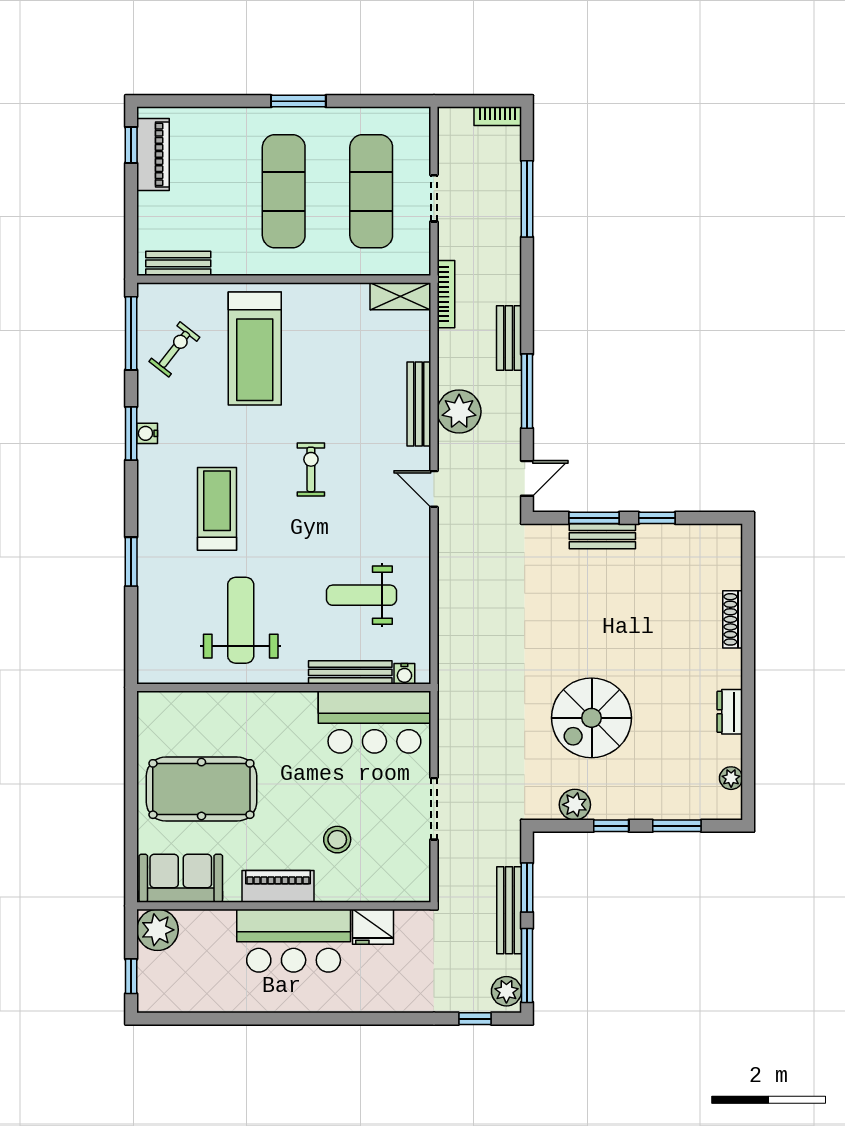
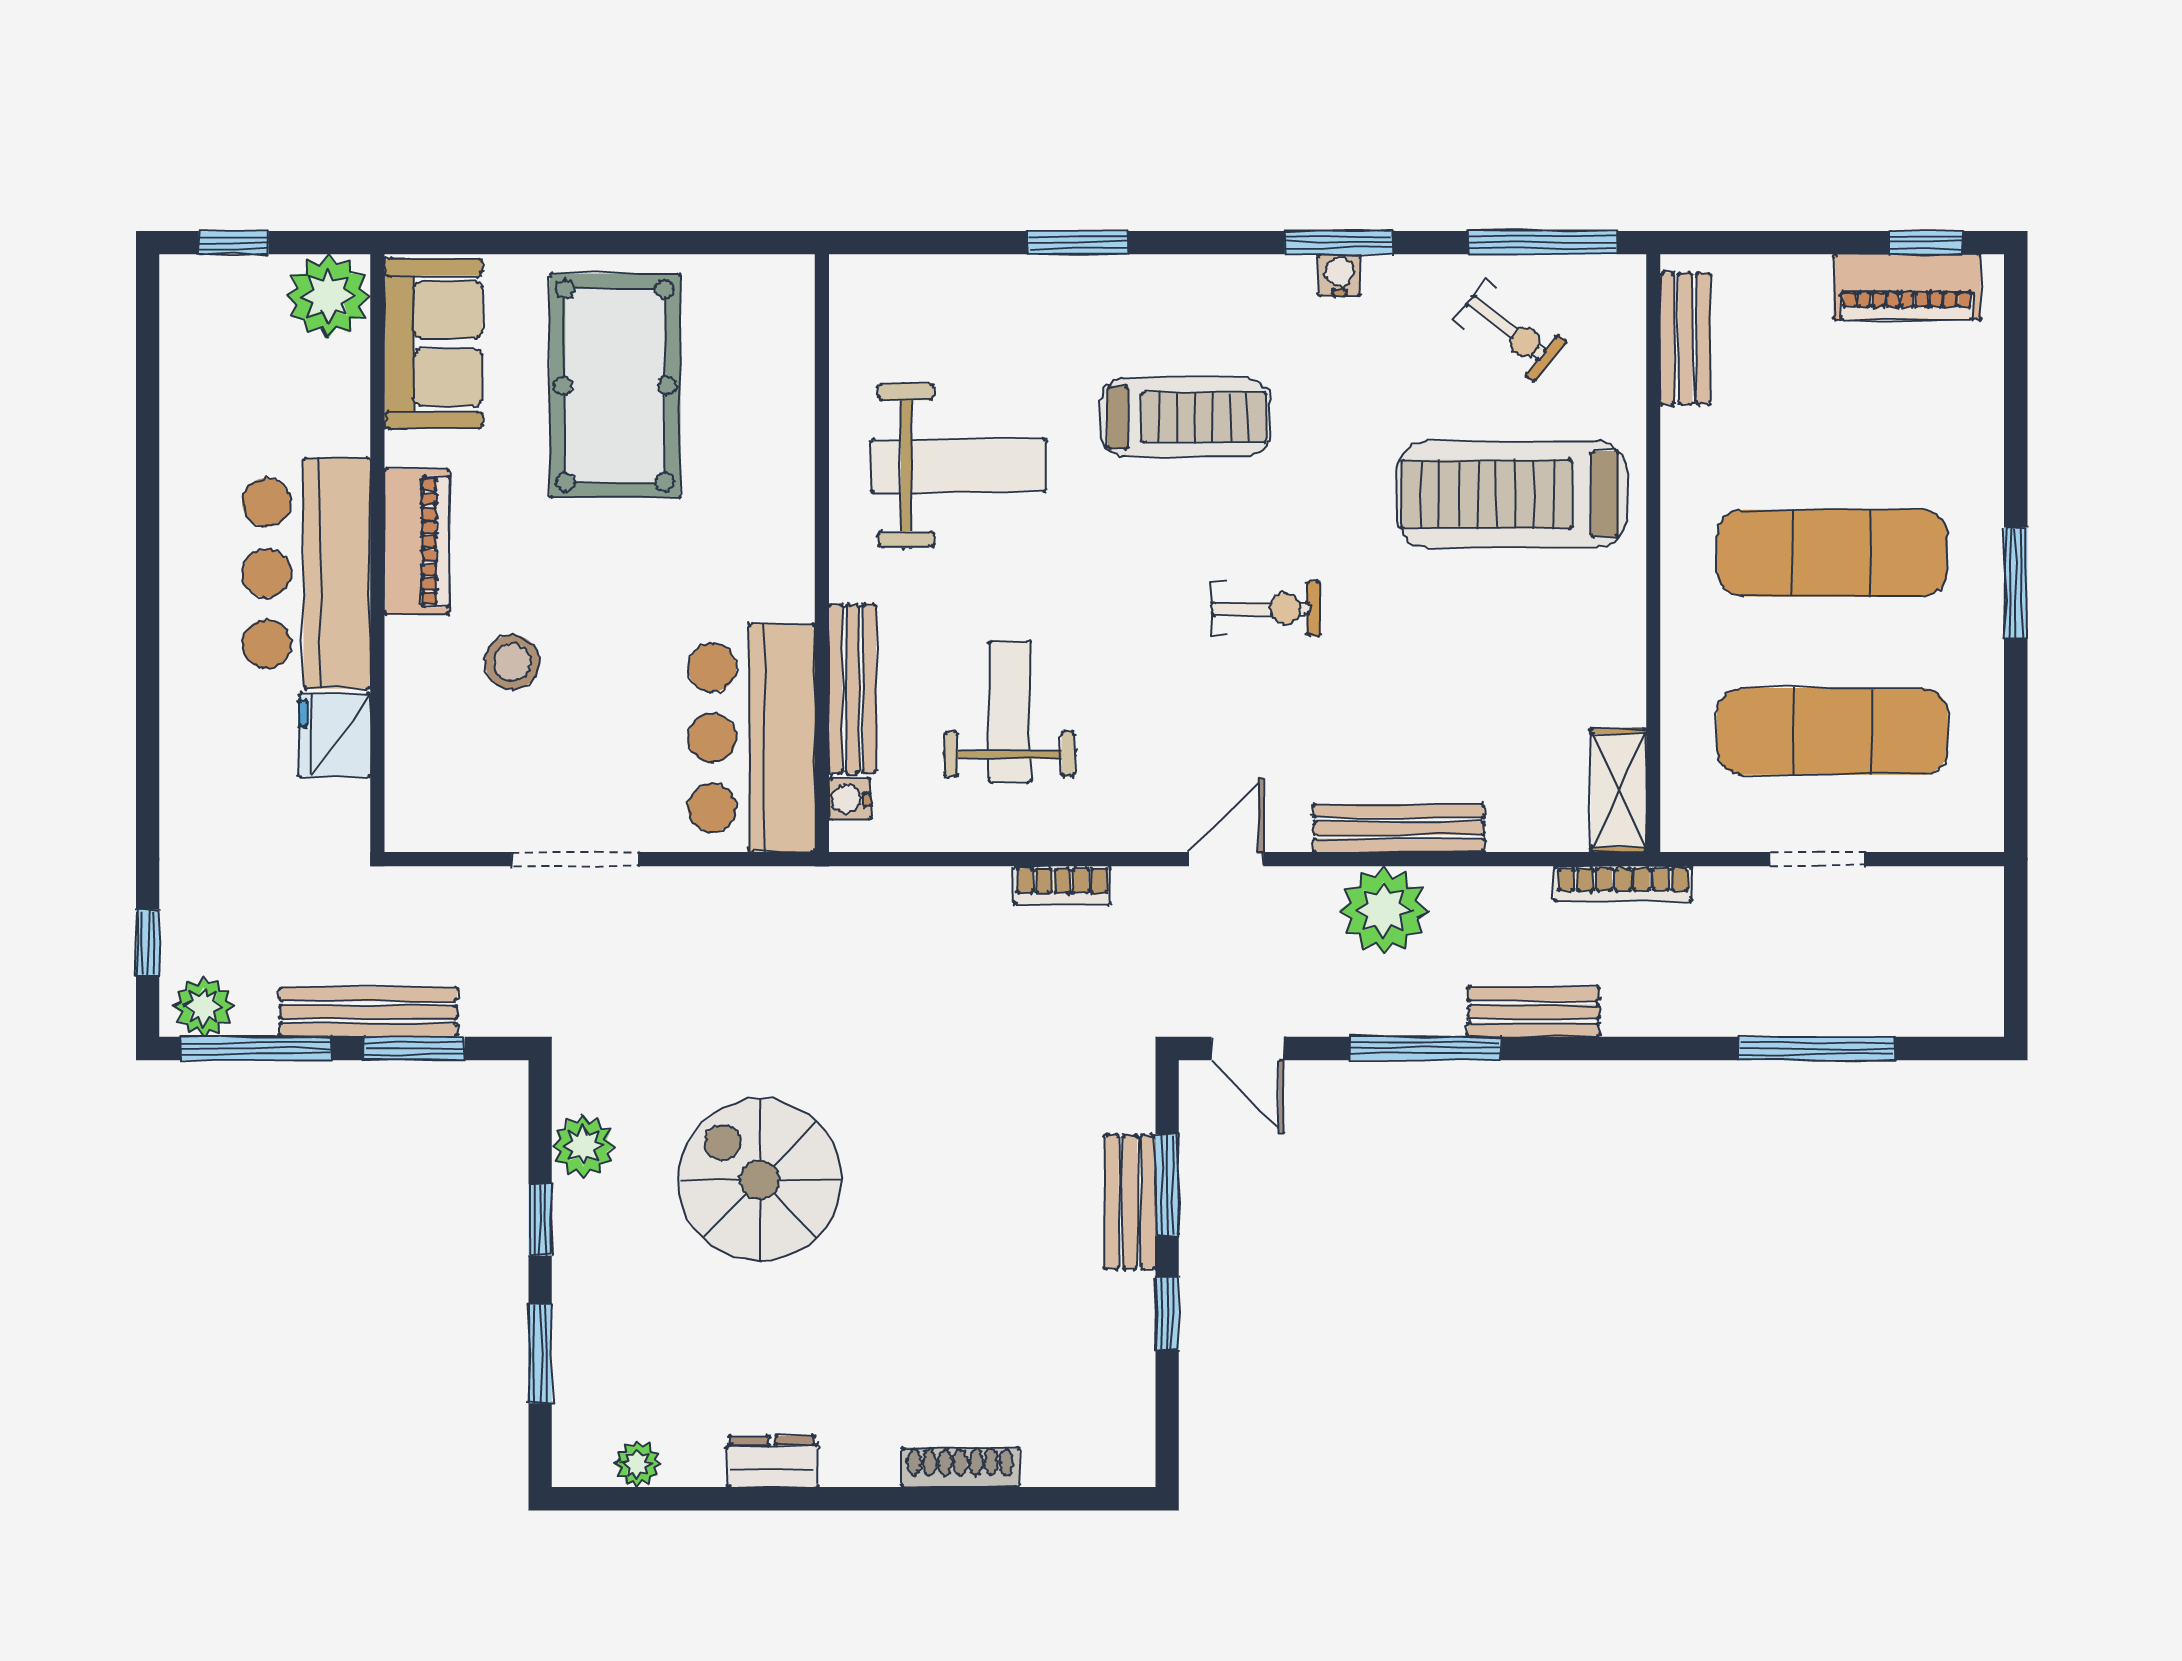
bookcase: (498, 116) -> (1062, 885), moved, turned -90

